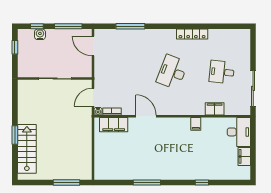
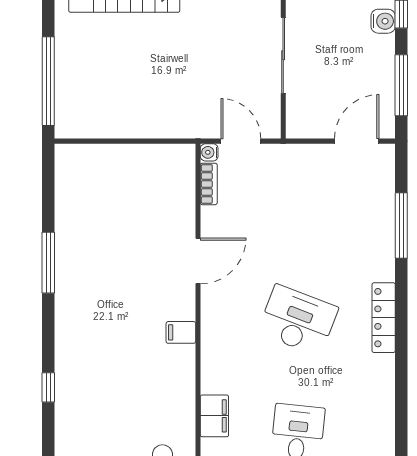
locker: (192, 34) -> (384, 318), moved
filing cabinet: (196, 124) -> (181, 332), moved
filing cabinet: (114, 125) -> (179, 188), removed
window: (66, 182) -> (48, 81), width x1.46

